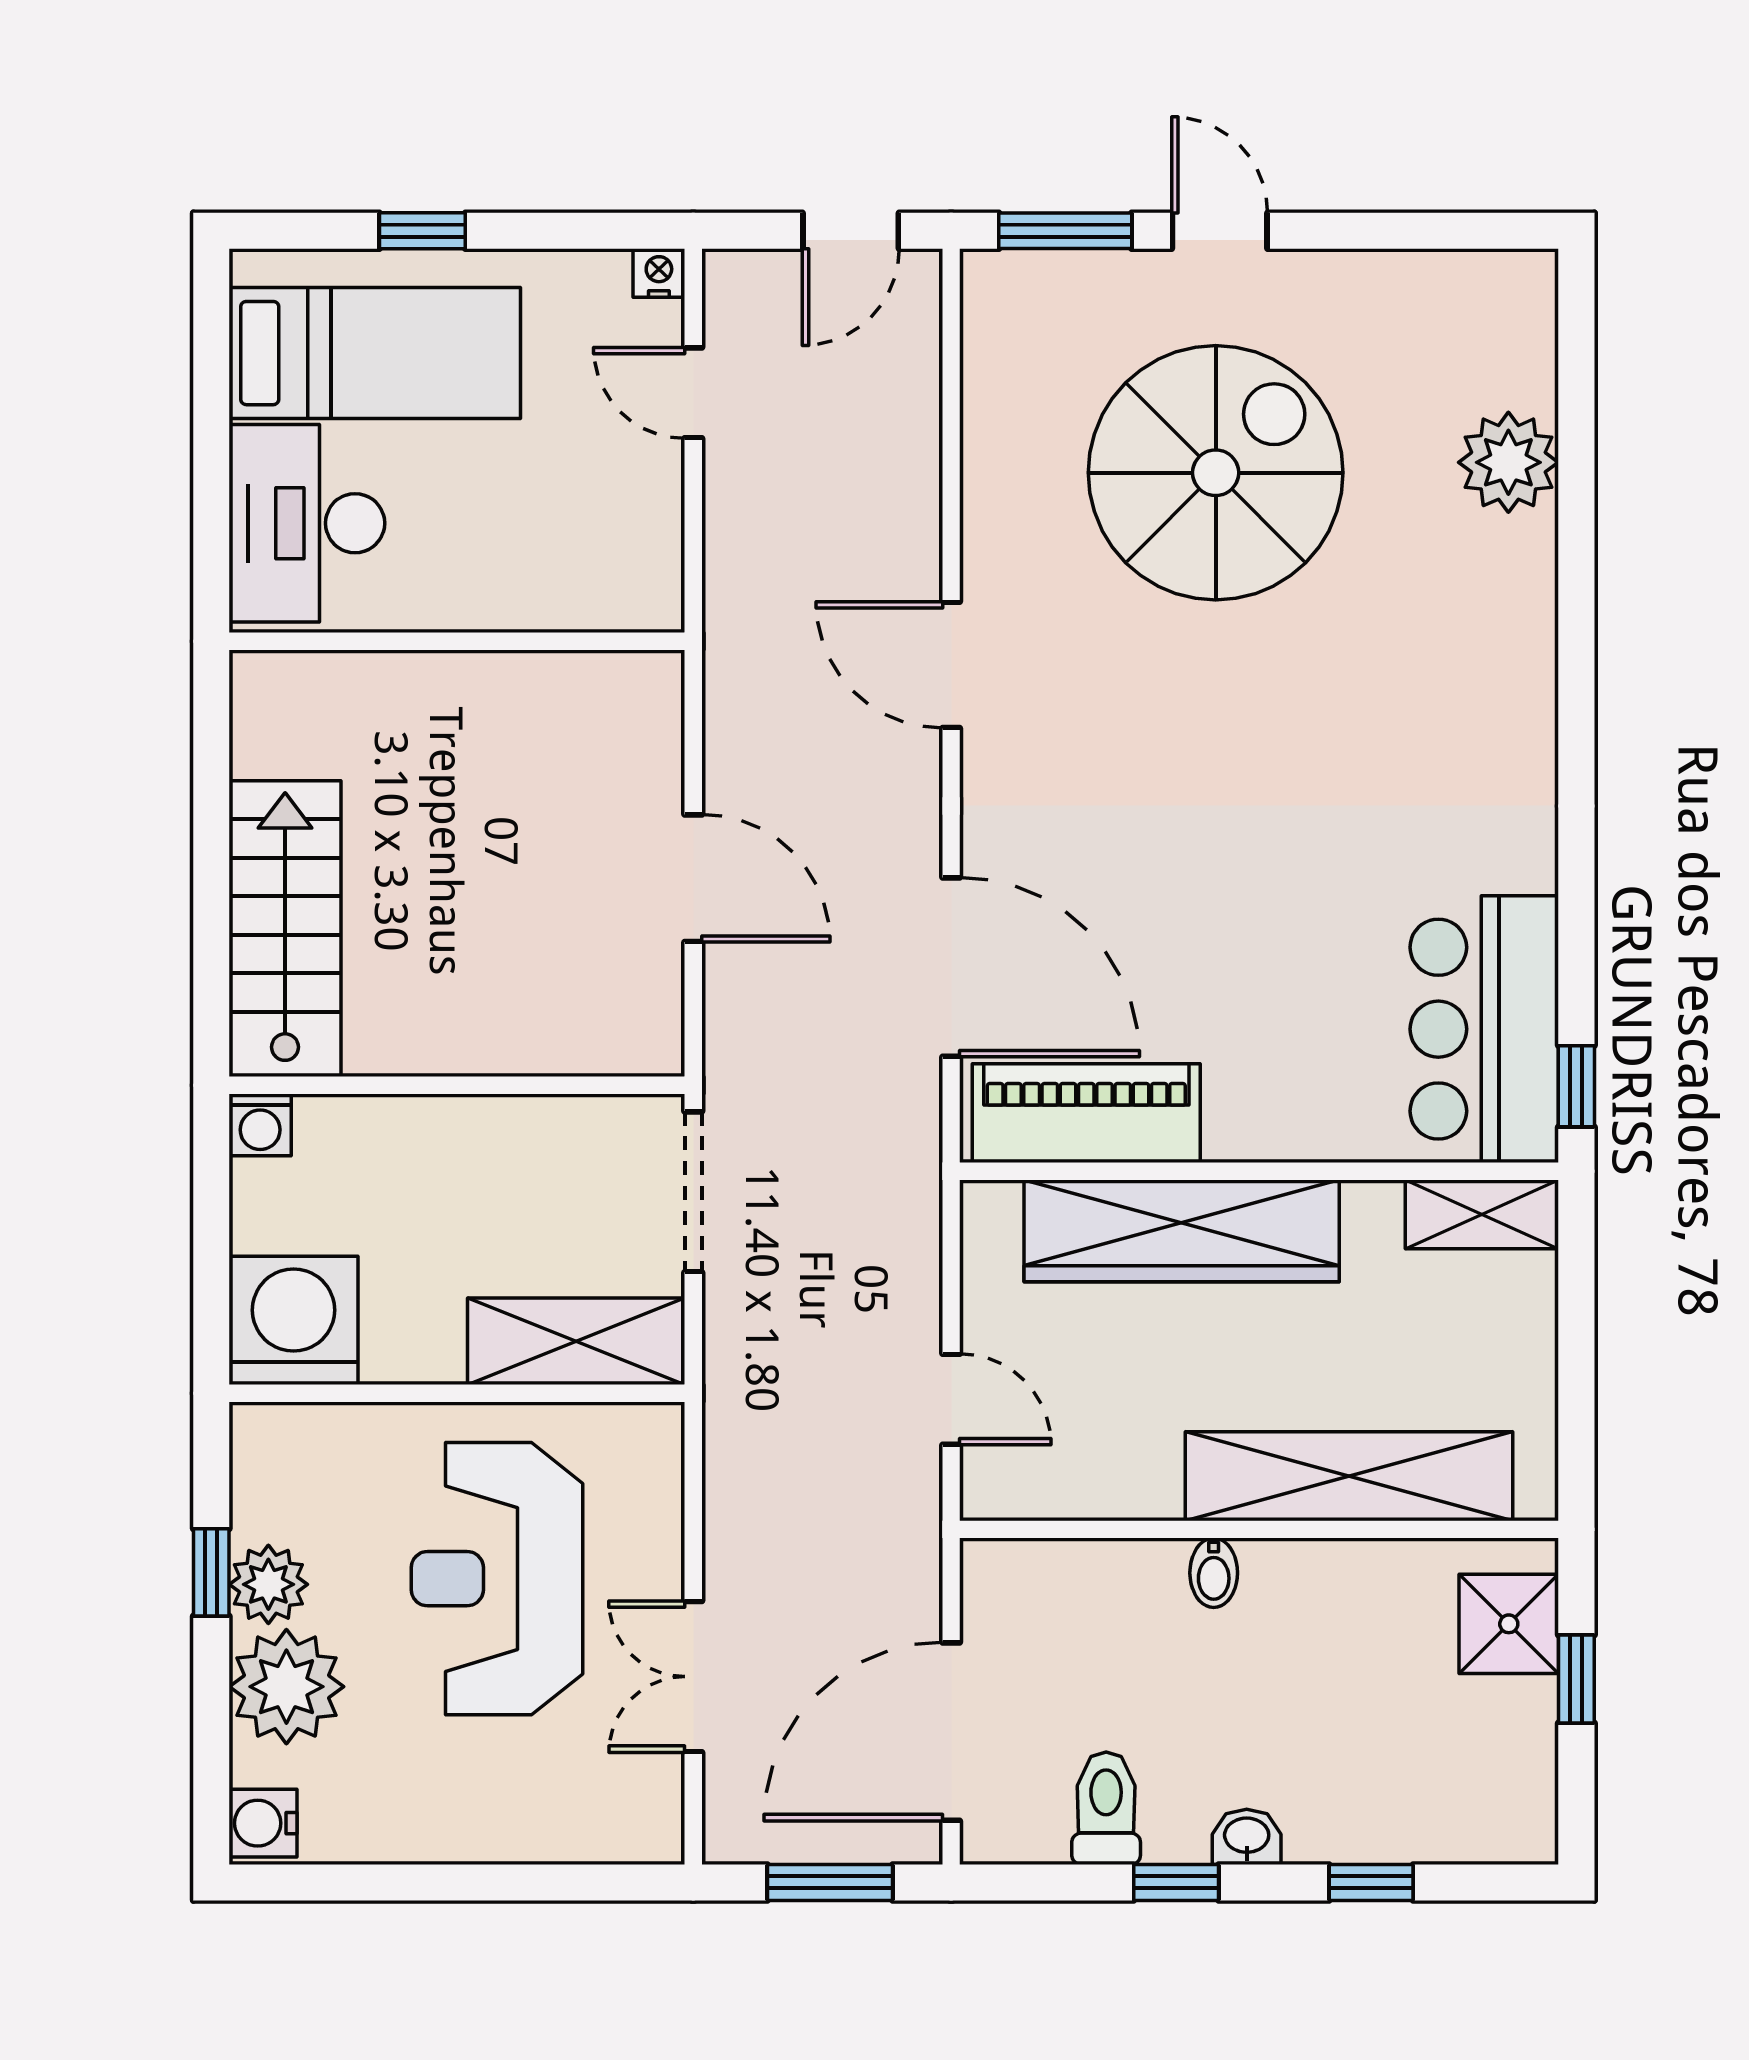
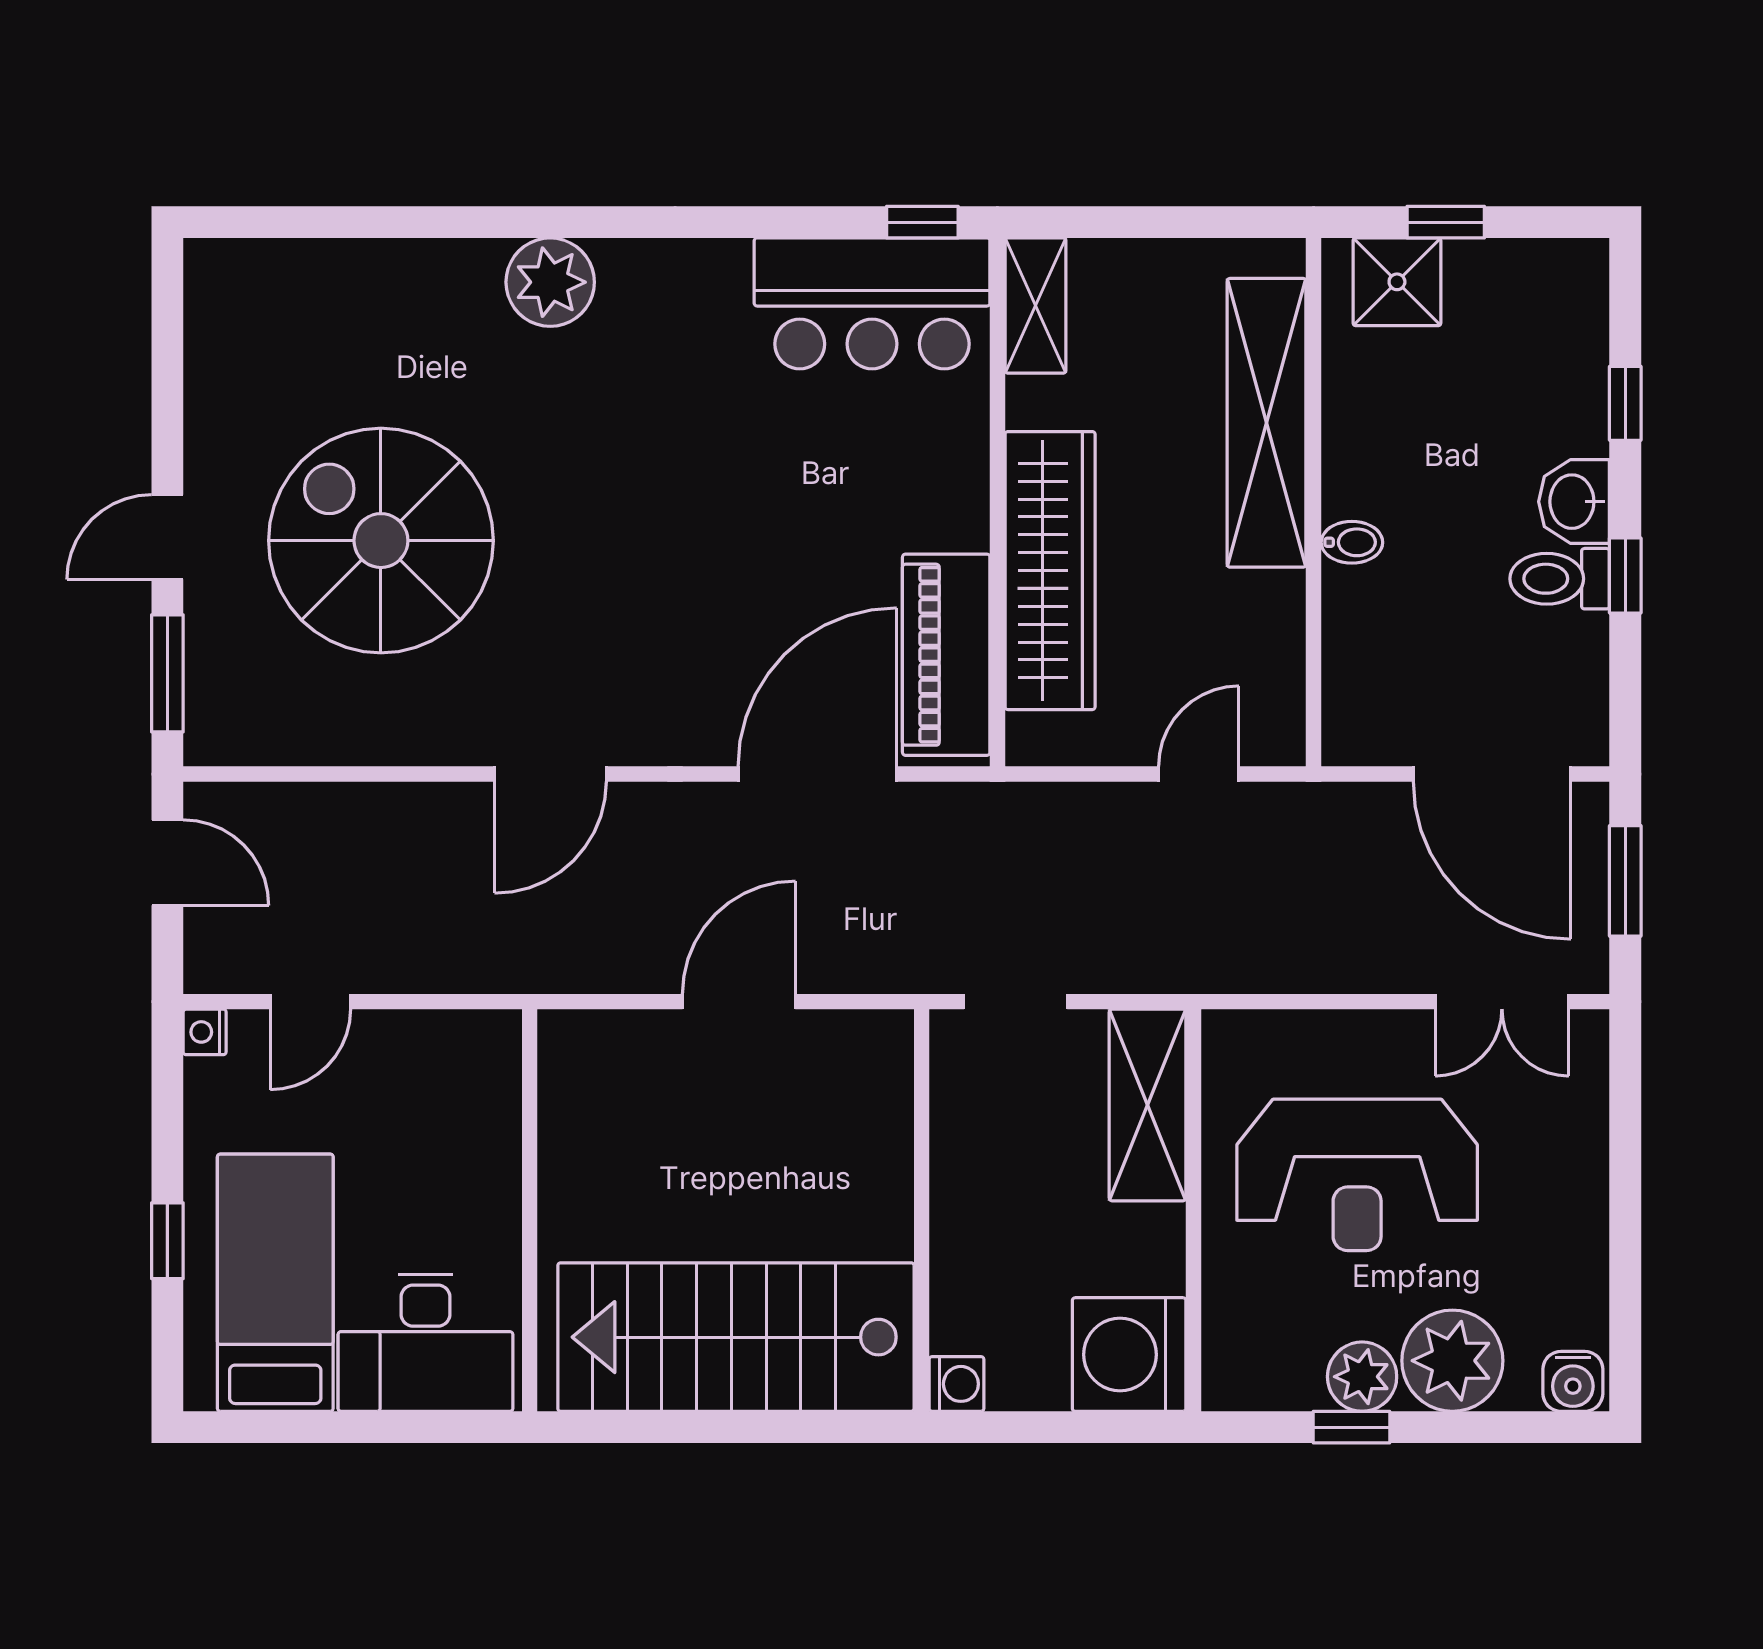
plant: (1508, 462) -> (550, 282), moved
stairs: (285, 929) -> (736, 1337), width x1.36, depth x1.51
doorway: (693, 1192) -> (1016, 1002), width x0.73
double door: (693, 1677) -> (1502, 1002), moved
toilet: (1106, 1808) -> (1560, 579), moved
washbasin: (1247, 1837) -> (1574, 502), width x1.38, depth x1.45

